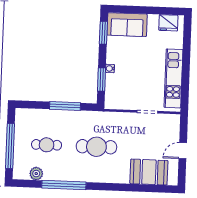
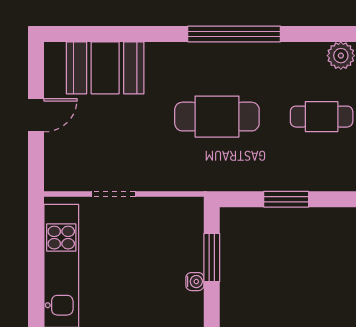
window: (65, 106) -> (286, 199), width x0.69
window: (64, 185) -> (234, 34), moved

